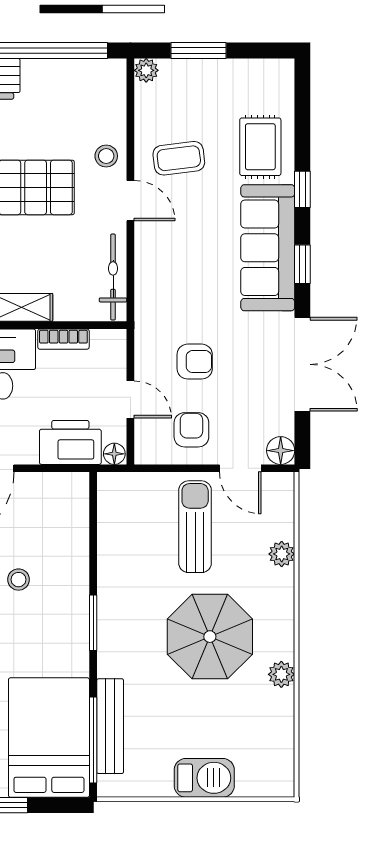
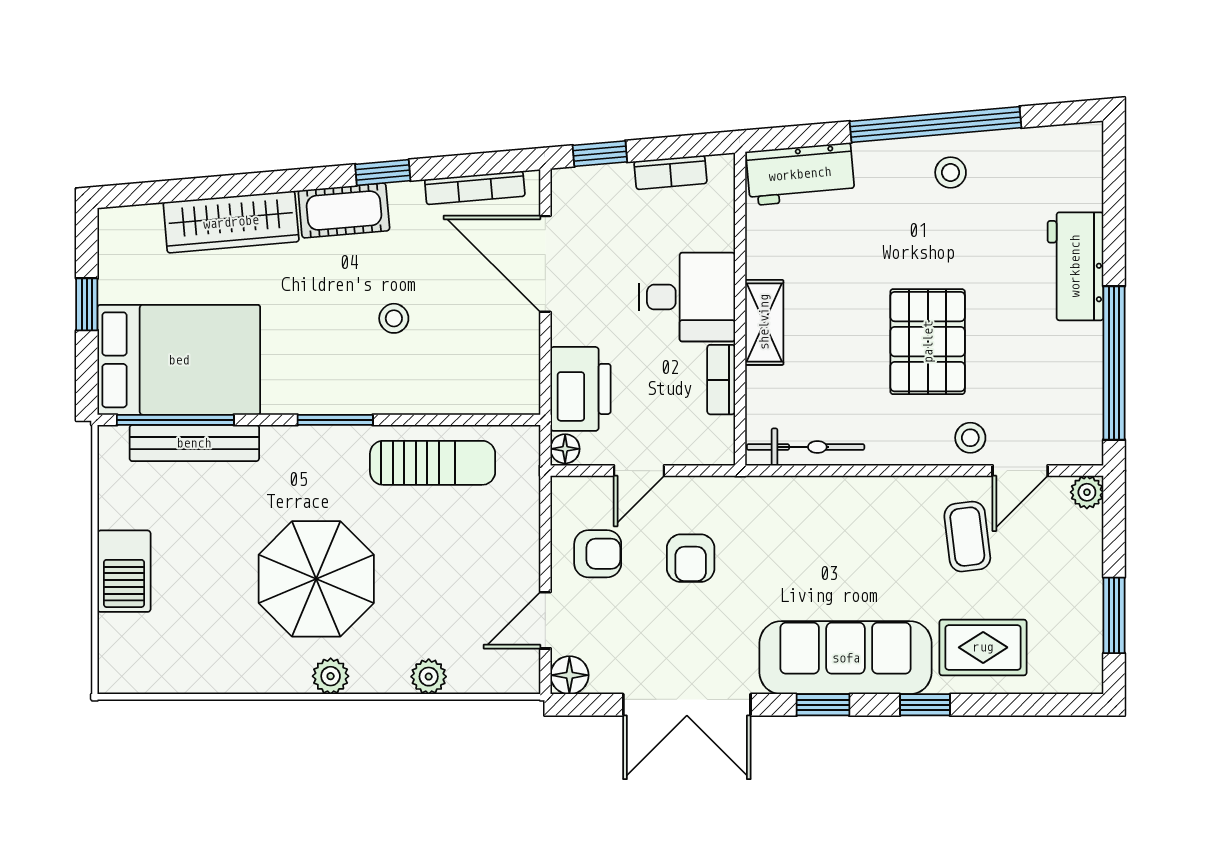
window: (198, 50) -> (1114, 615), moved
door: (130, 201) -> (1020, 471), moved
sun lounger: (195, 527) -> (433, 463), moved
plant: (281, 674) -> (331, 676), moved

